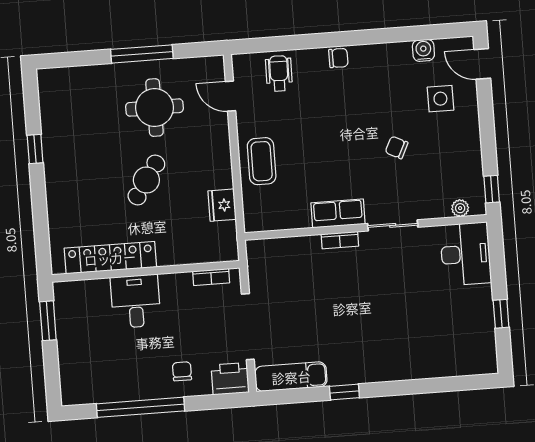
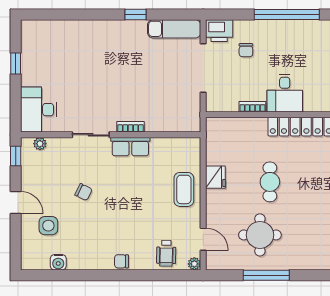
plant: (240, 62) -> (194, 264), added
door: (482, 64) -> (16, 202), moved
cafe table: (146, 180) -> (270, 182), turned -34
fridge: (222, 205) -> (215, 177), moved
bookcase: (211, 277) -> (252, 107), moved
chair: (182, 371) -> (246, 50), moved

